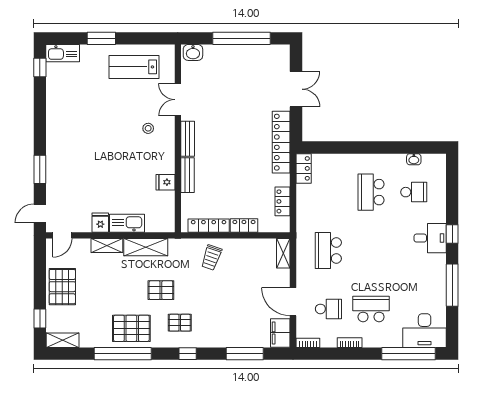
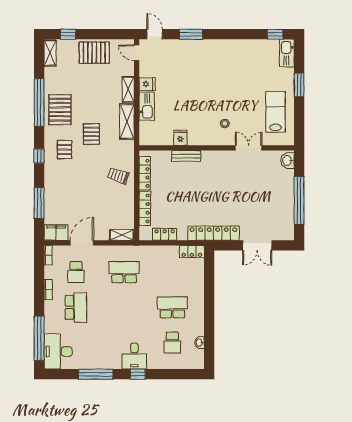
bench: (188, 139) -> (216, 156), removed
locker: (244, 225) -> (145, 208), width x1.53

